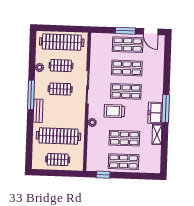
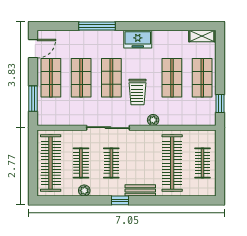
window: (125, 31) -> (33, 99), moved
window: (31, 95) -> (120, 200), width x0.46
window: (166, 108) -> (97, 26), moved
shelving: (157, 135) -> (202, 36), moved

